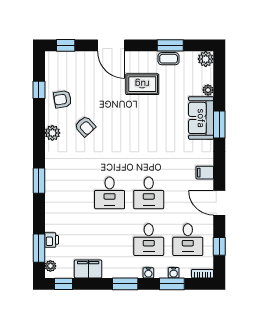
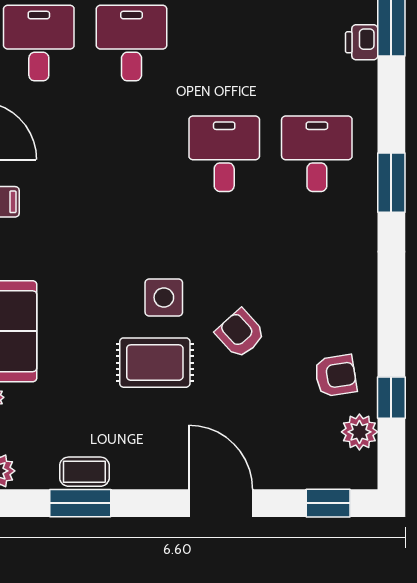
rug: (142, 84) -> (155, 363), moved
armchair: (85, 126) -> (240, 333), moved
side table: (135, 132) -> (164, 297), added
plant: (52, 133) -> (359, 432), moved
desk: (149, 193) -> (317, 154), moved

